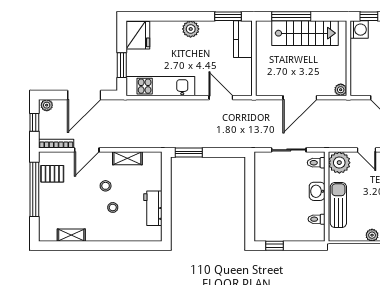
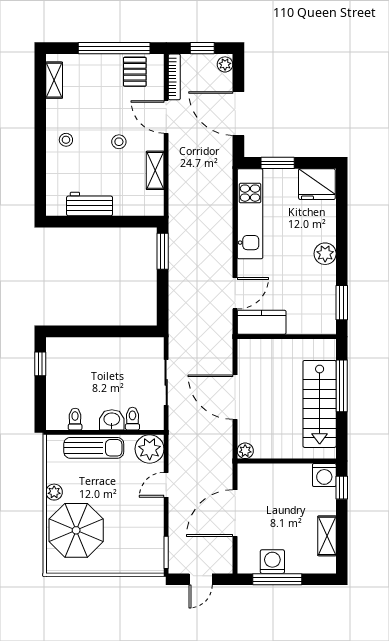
kitchen counter: (243, 39) -> (262, 322), moved
toilet: (316, 163) -> (132, 419), moved
stool: (113, 207) -> (66, 140), moved
shelving: (71, 235) -> (54, 80), moved

